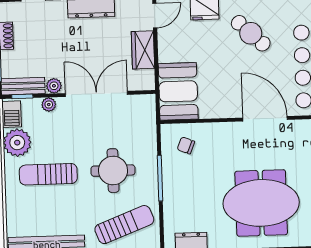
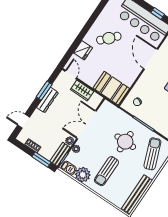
door: (265, 119) -> (151, 59), hinge flipped

